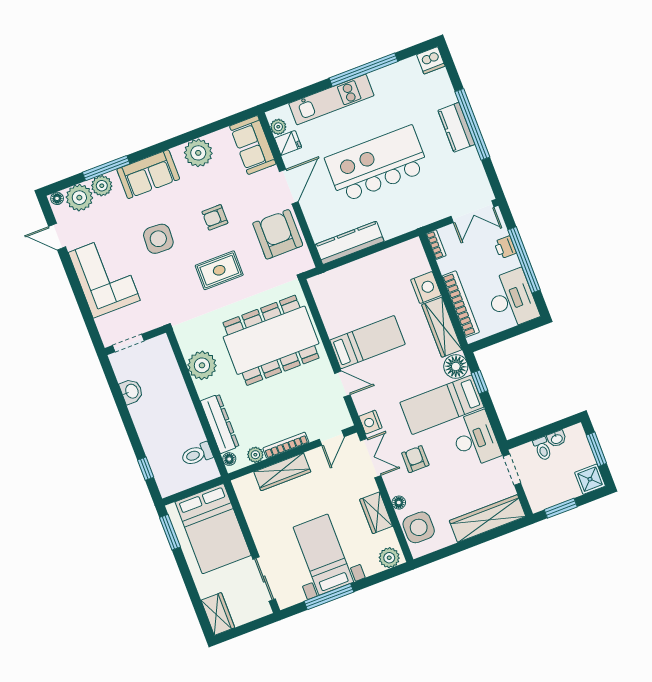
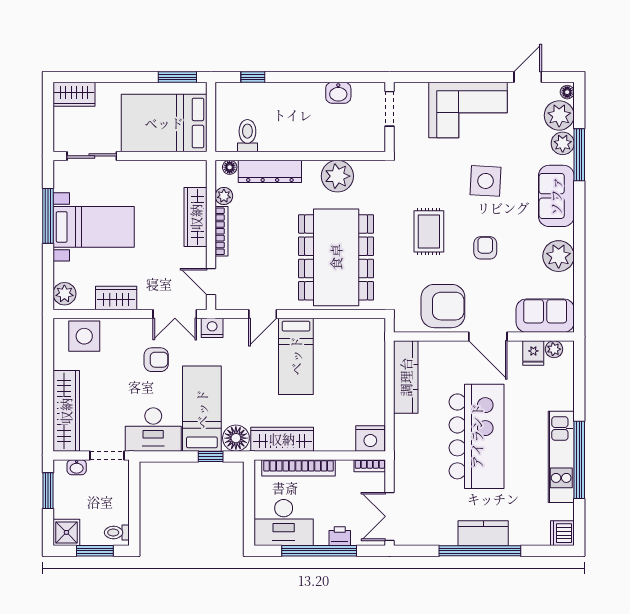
kitchen unit: (331, 99) -> (561, 457), moved
nightstand: (426, 287) -> (370, 438), moved
washbasin: (557, 439) -> (77, 467), moved, turned -90
toilet: (542, 449) -> (117, 533), moved
floor lamp: (399, 503) -> (118, 325), removed

